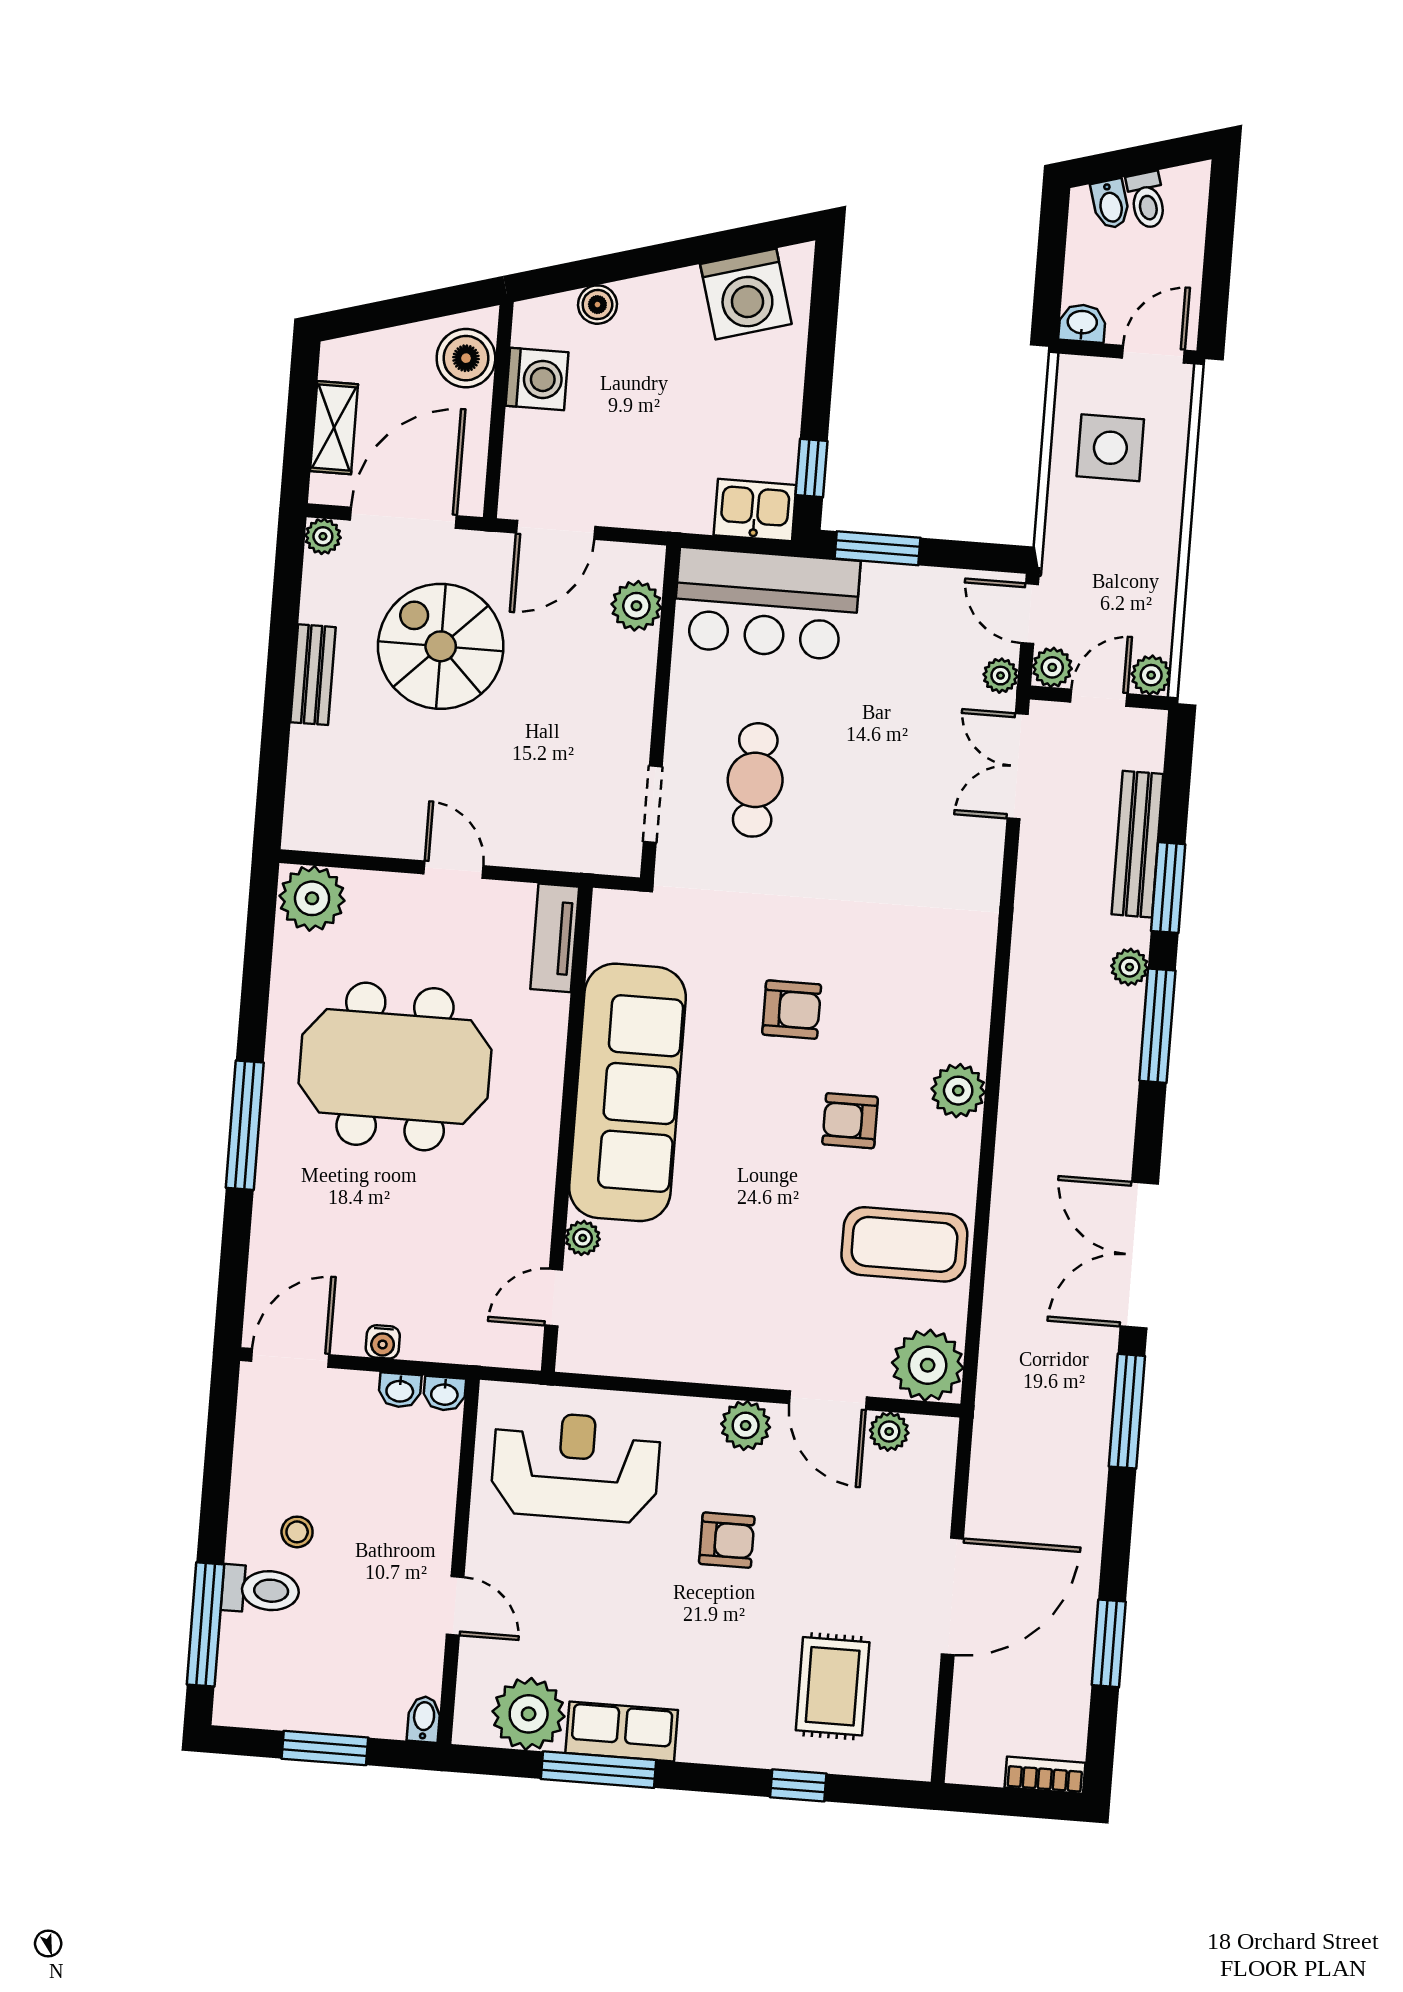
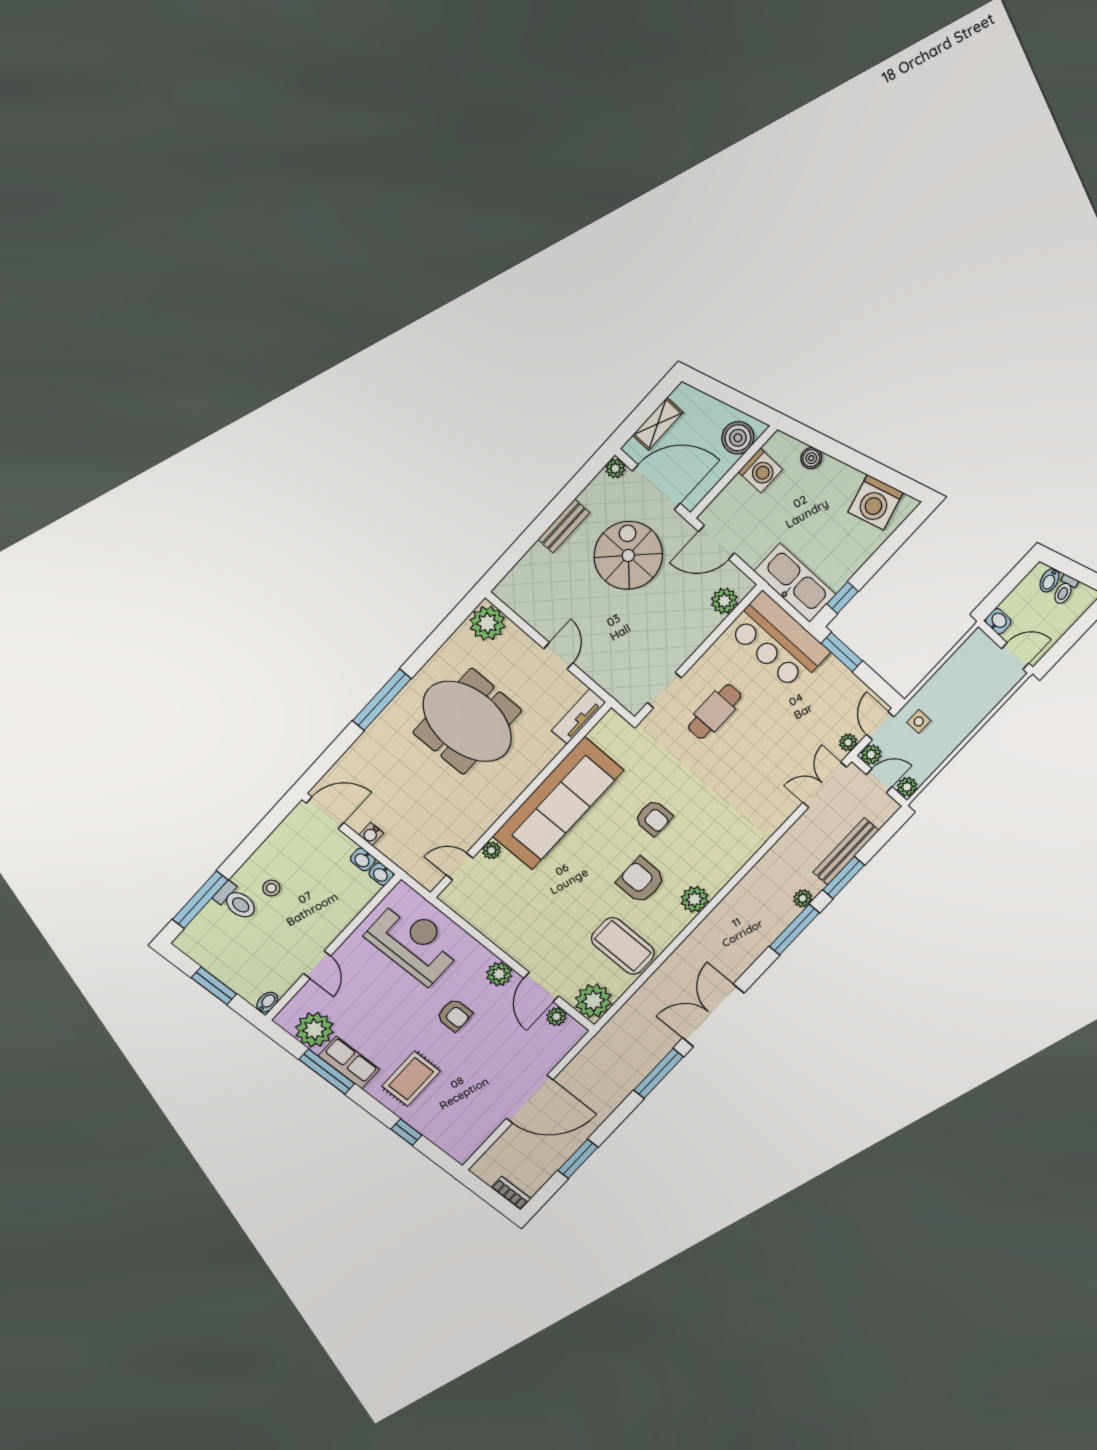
side table: (1110, 448) -> (919, 721), moved, width x0.54, depth x0.54
kitchen sink: (755, 510) -> (795, 583), width x1.88, depth x1.24
armchair: (850, 1121) -> (641, 880), width x1.38, depth x1.38
rug: (833, 1686) -> (411, 1079), moved

